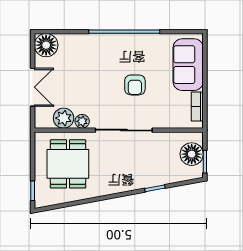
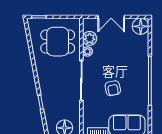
armchair: (135, 85) -> (113, 88), turned -101

